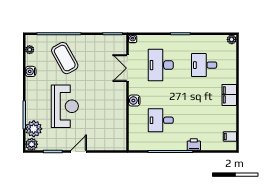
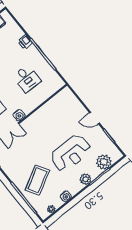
water cooler: (134, 101) -> (19, 115), moved
reception desk: (65, 106) -> (71, 153), turned 180
plant: (32, 144) -> (85, 179), moved

